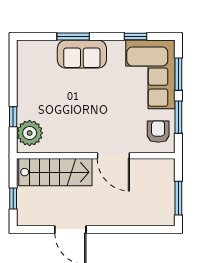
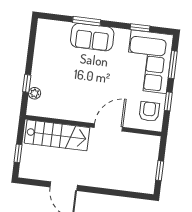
window: (178, 117) -> (168, 101), width x0.67
plant: (30, 133) -> (35, 93), width x0.53, depth x0.53
door: (113, 156) -> (108, 127), swing flipped
window: (178, 198) -> (160, 171), width x0.67

